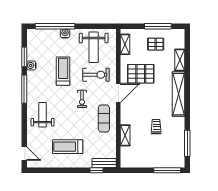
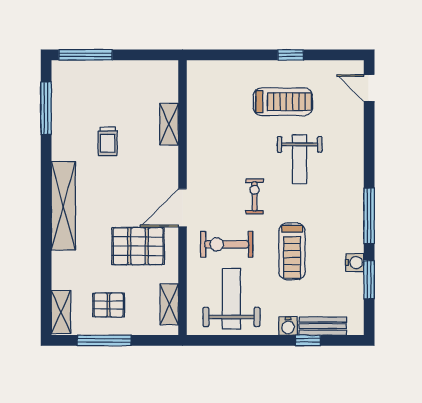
window: (55, 26) -> (308, 340), width x0.32
shelving: (180, 60) -> (61, 312), moved
weight bench: (43, 115) -> (300, 159), moved
exercise mat: (104, 118) -> (211, 158), removed
bench: (104, 163) -> (323, 326), moved
window: (96, 170) -> (291, 55), moved

